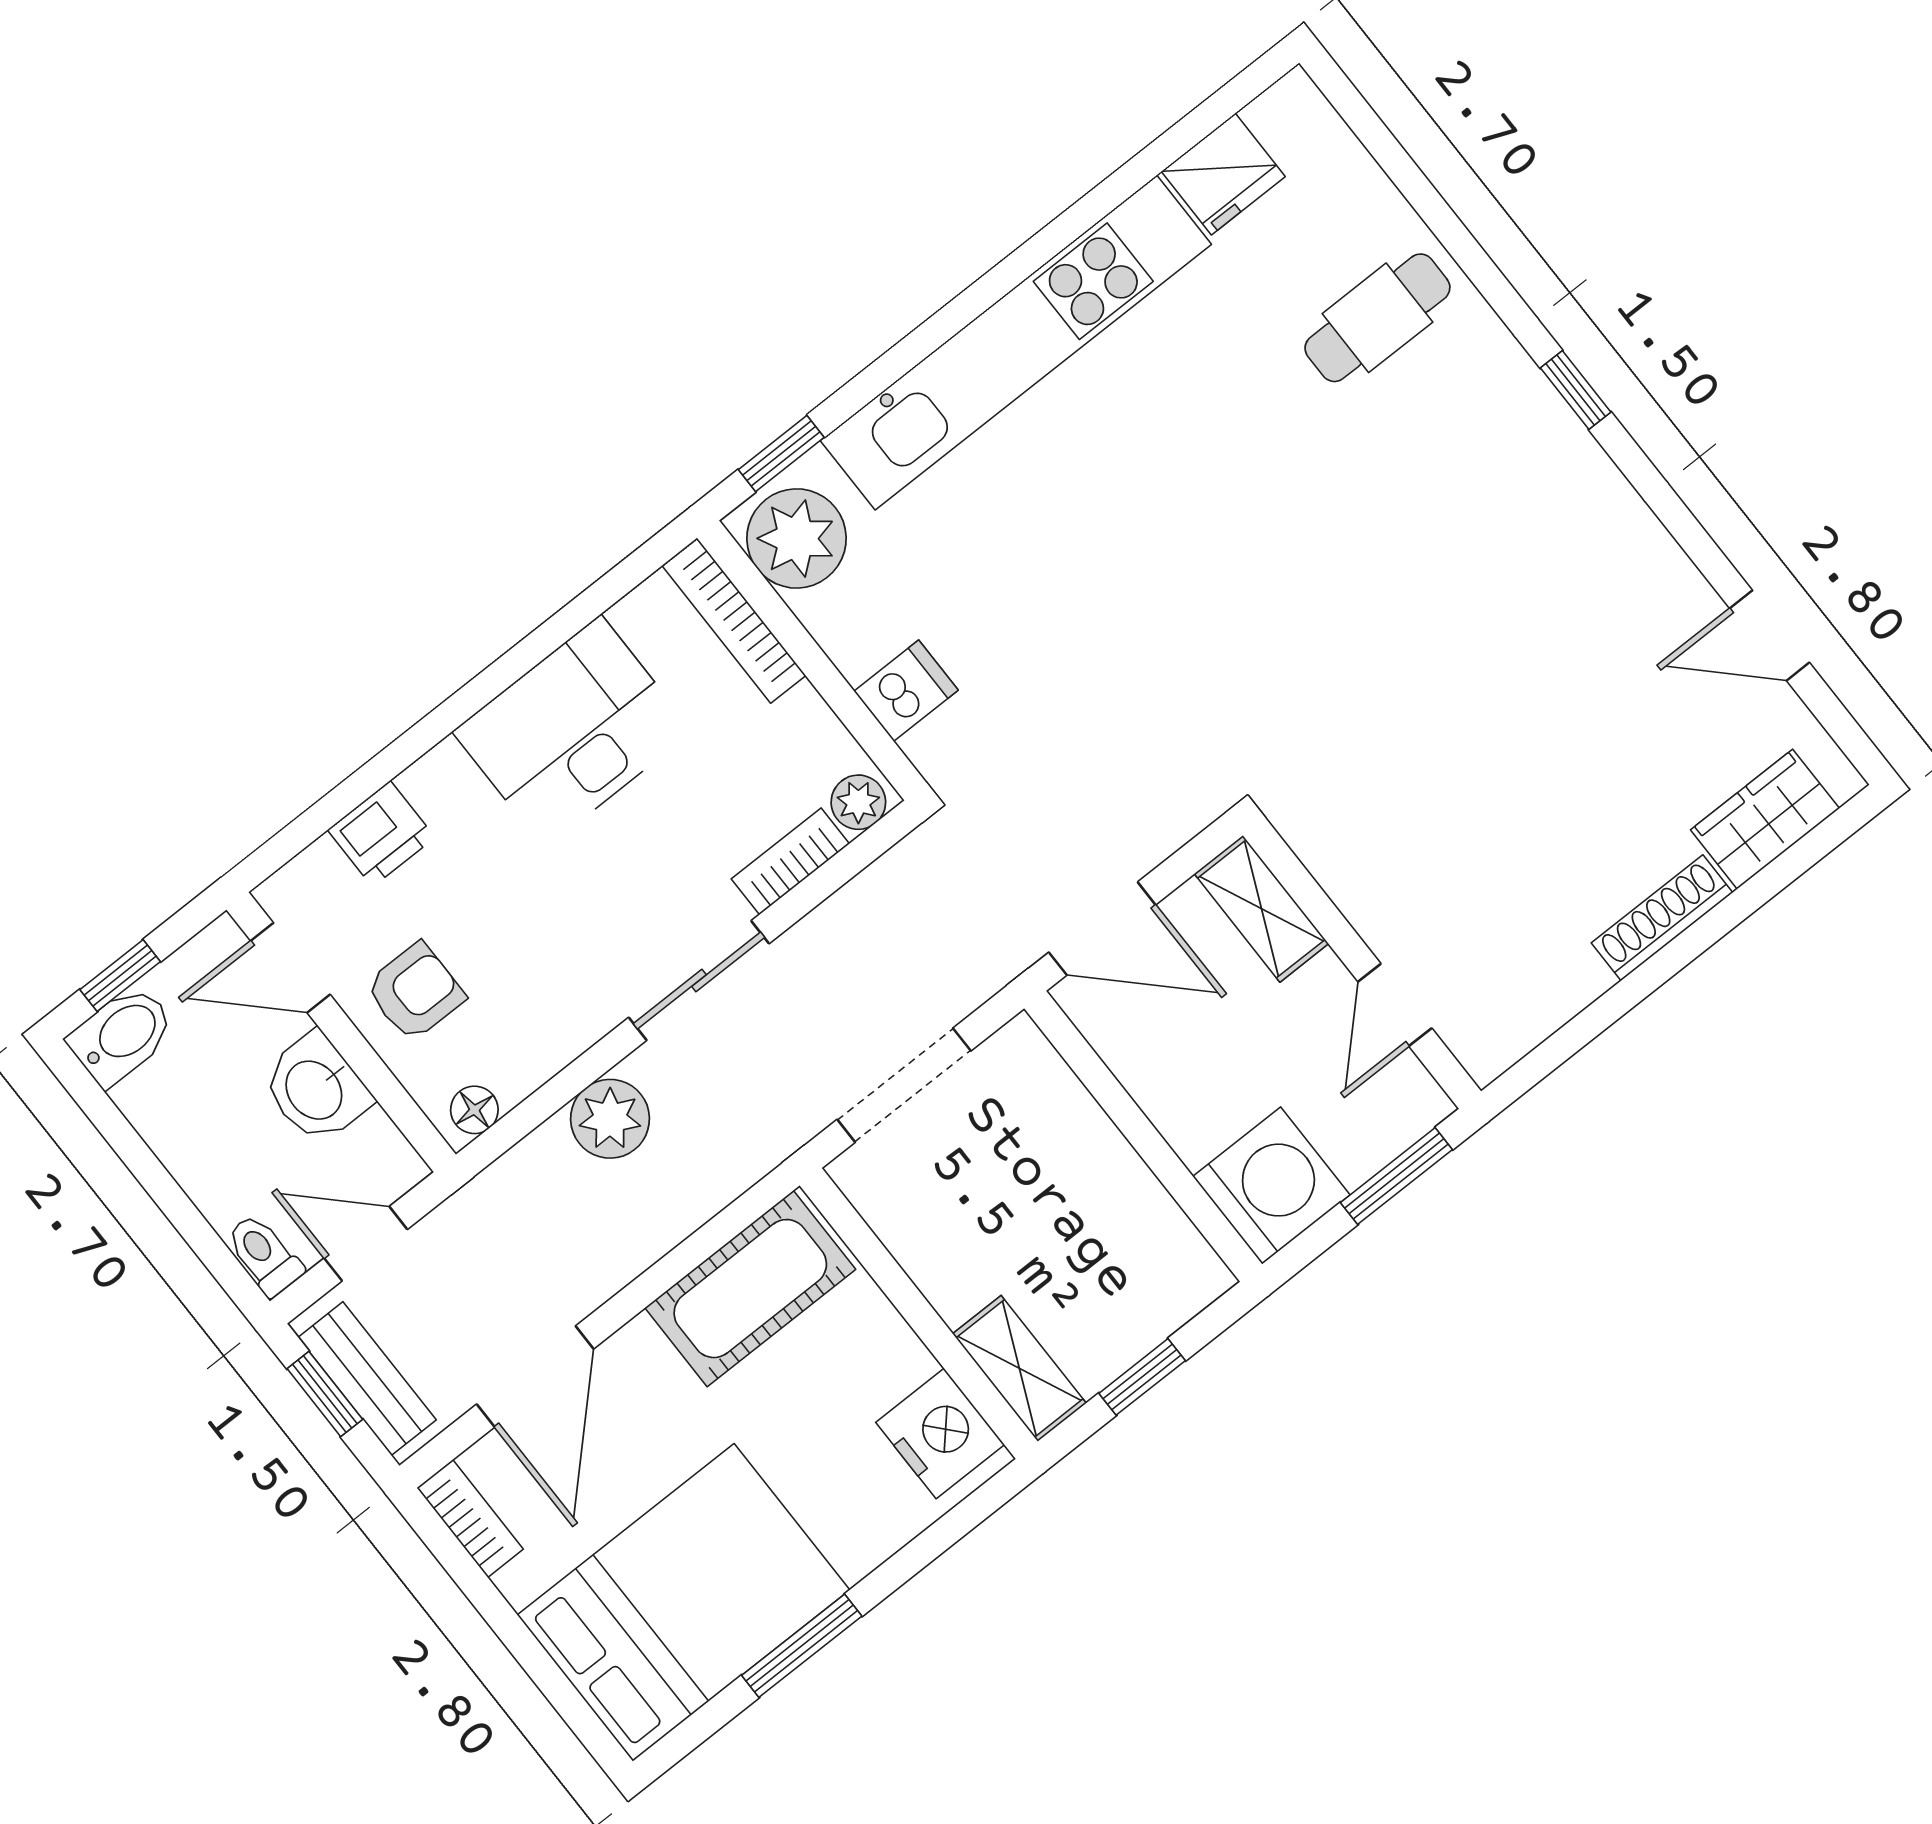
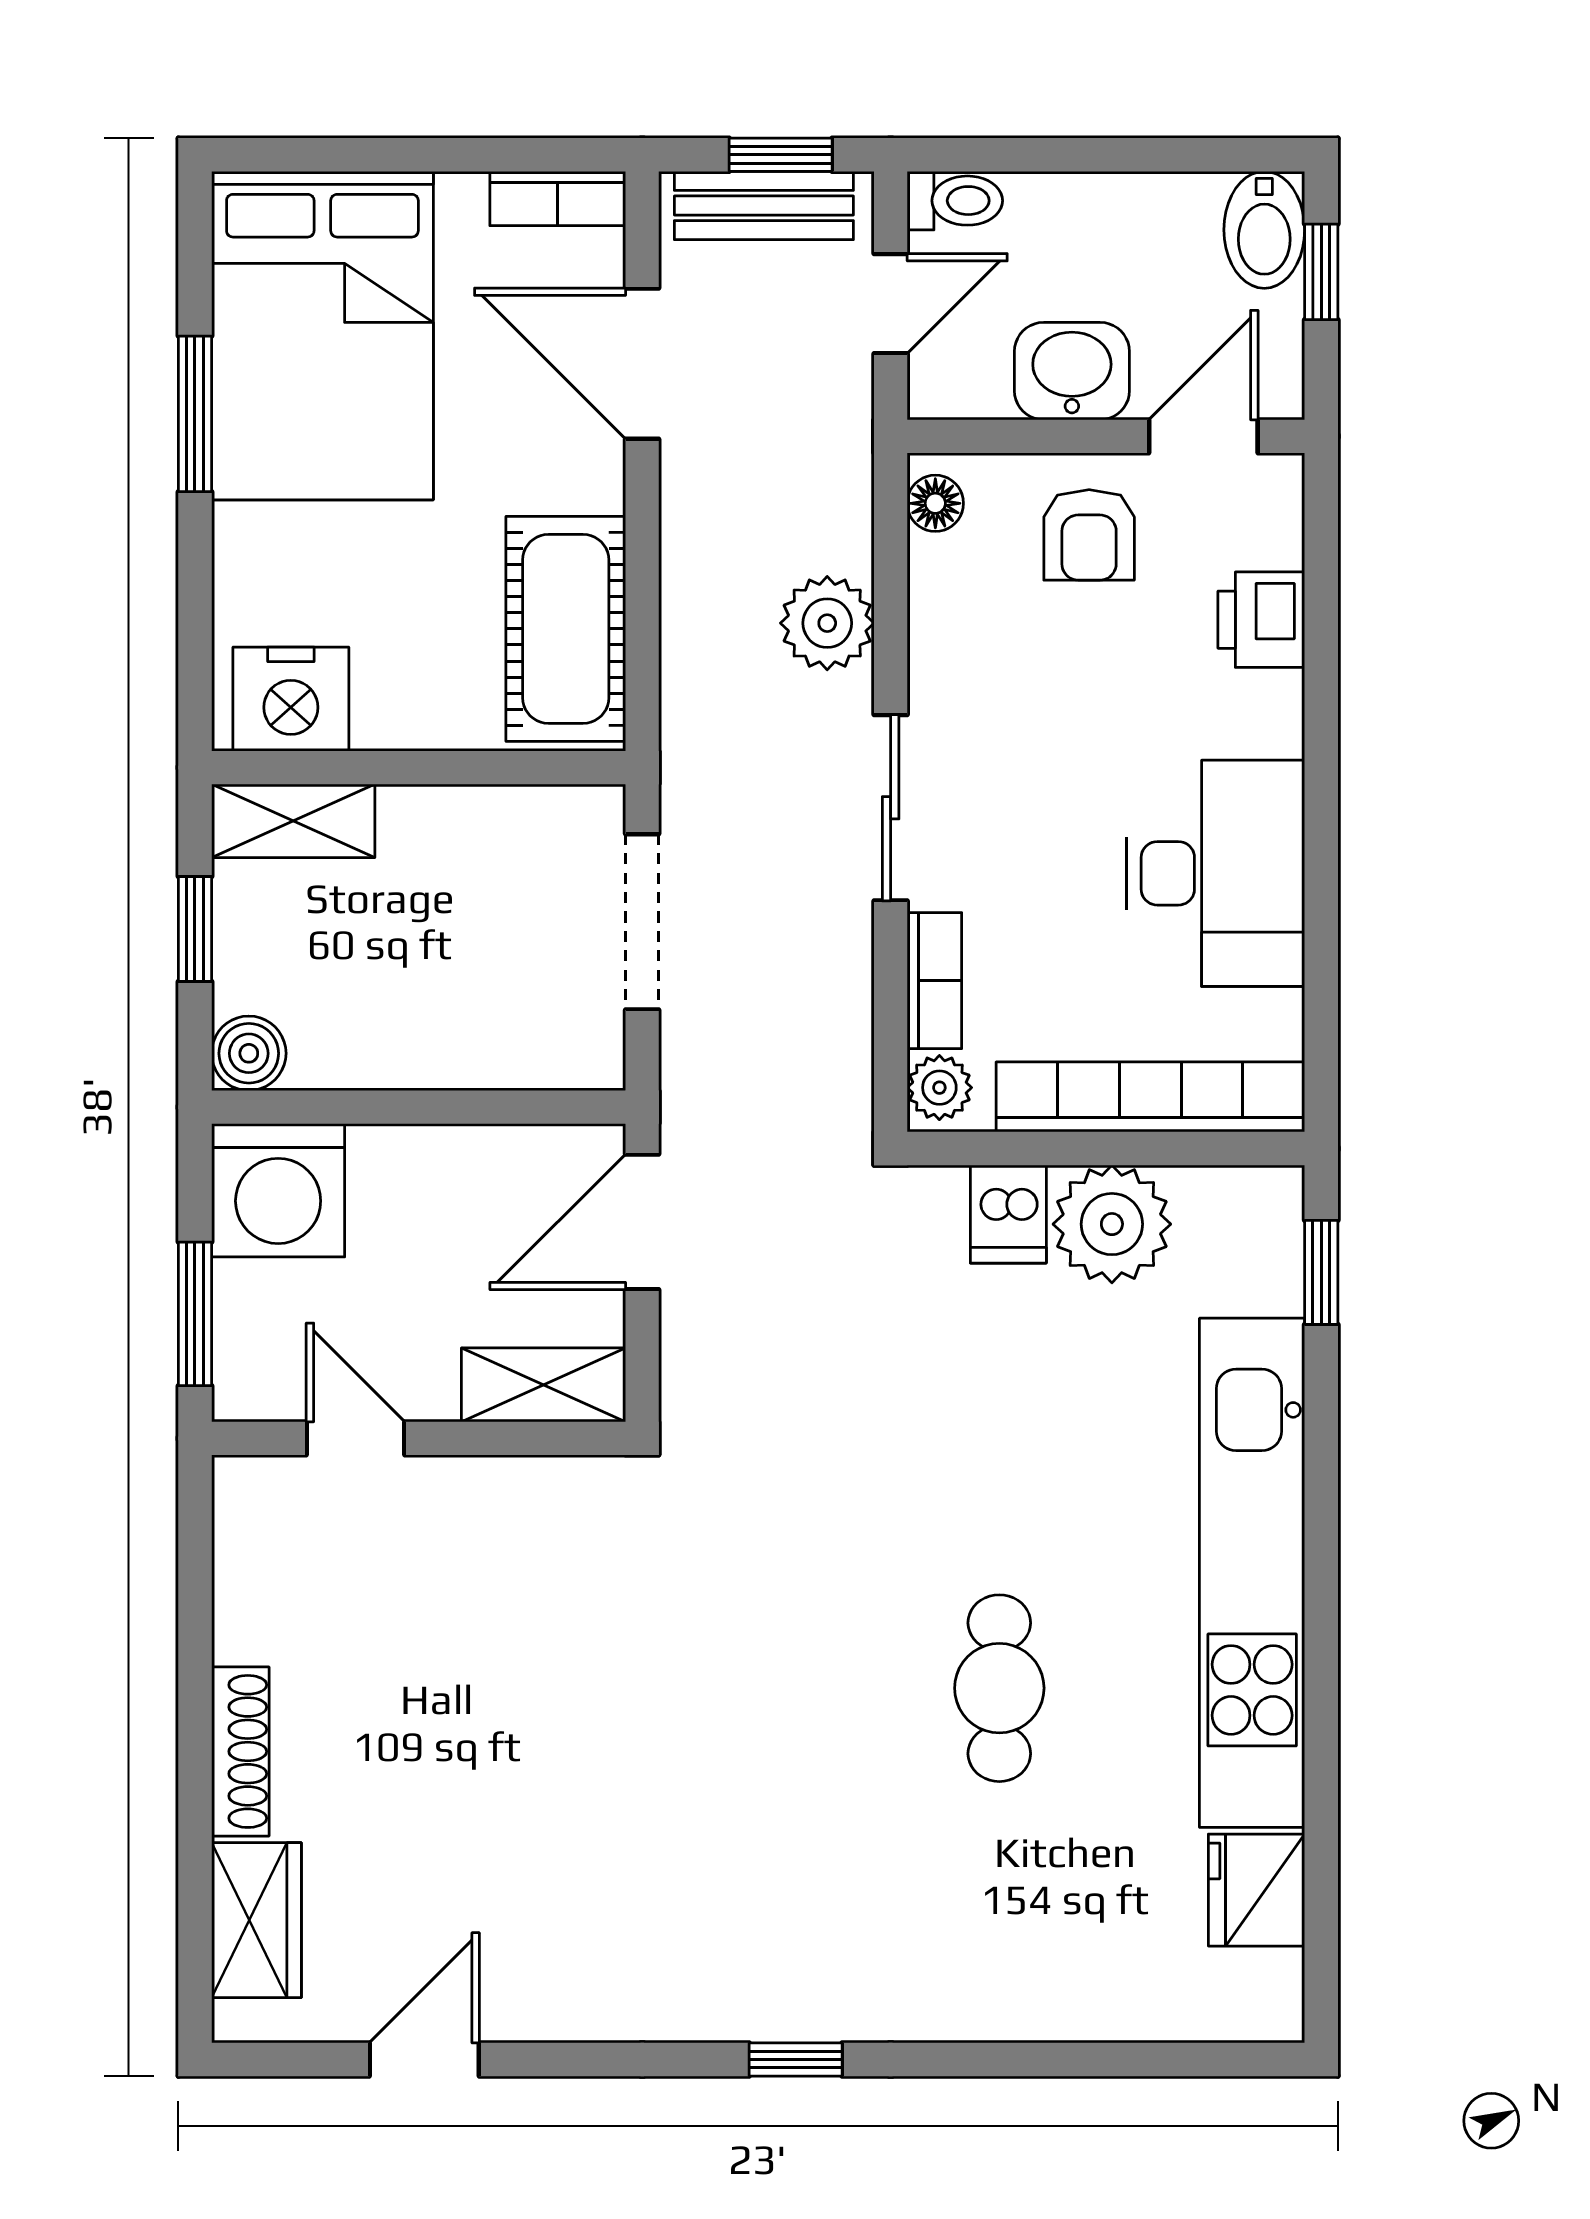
cafe table: (1377, 318) -> (999, 1688), moved
plant: (796, 538) -> (1112, 1224), moved
bookcase: (734, 621) -> (1150, 1097), width x1.48, depth x1.31
boiler: (1196, 1276) -> (249, 1053), added

